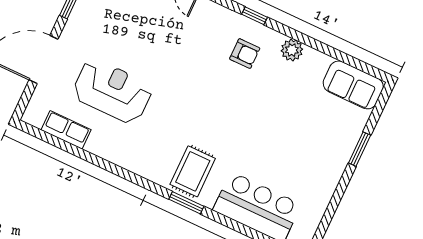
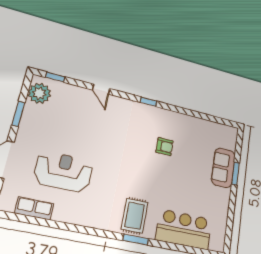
plant: (292, 50) -> (177, 119), removed
armchair: (245, 54) -> (165, 147), moved
sofa: (353, 85) -> (223, 168), moved, turned 90

